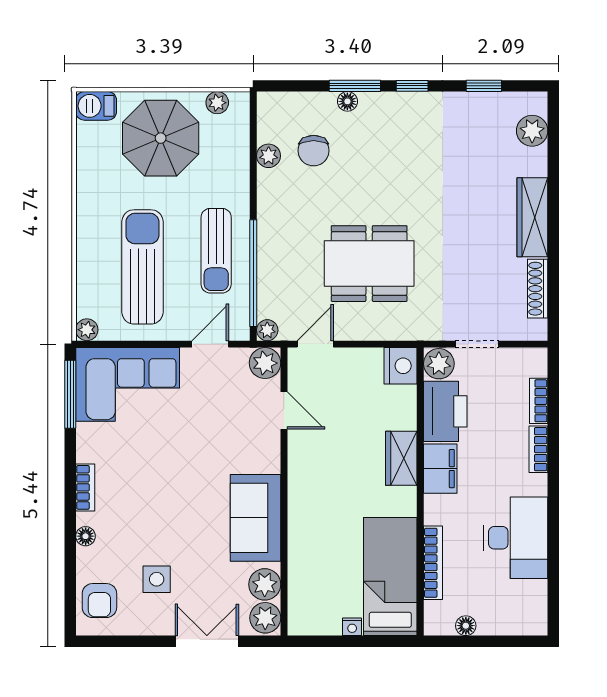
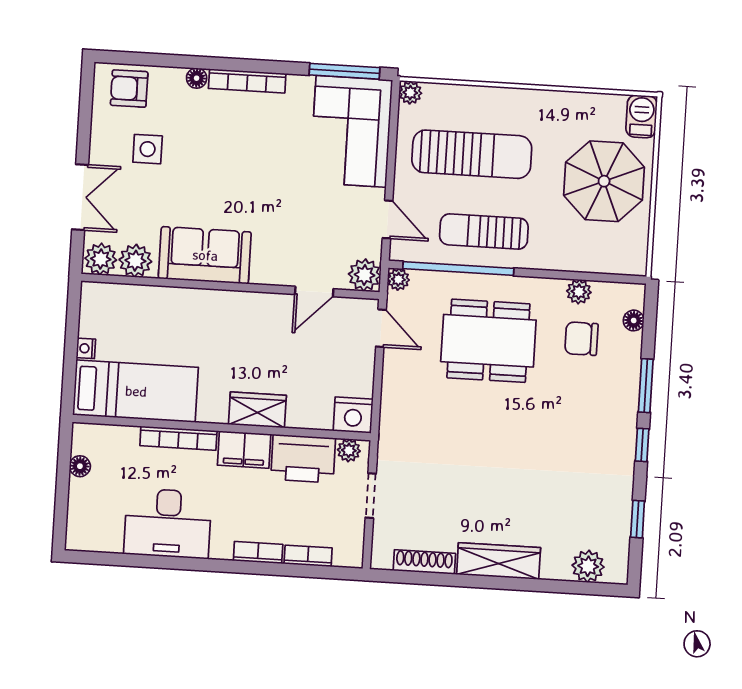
floor lamp: (347, 101) -> (634, 320), moved
plant: (217, 103) -> (637, 242), removed
dining table: (369, 264) -> (488, 341), moved, turned 90
plant: (439, 364) -> (349, 450), width x0.73, depth x0.73
bookcase: (85, 487) -> (247, 81), width x1.56
bookcase: (433, 563) -> (178, 438), moved

